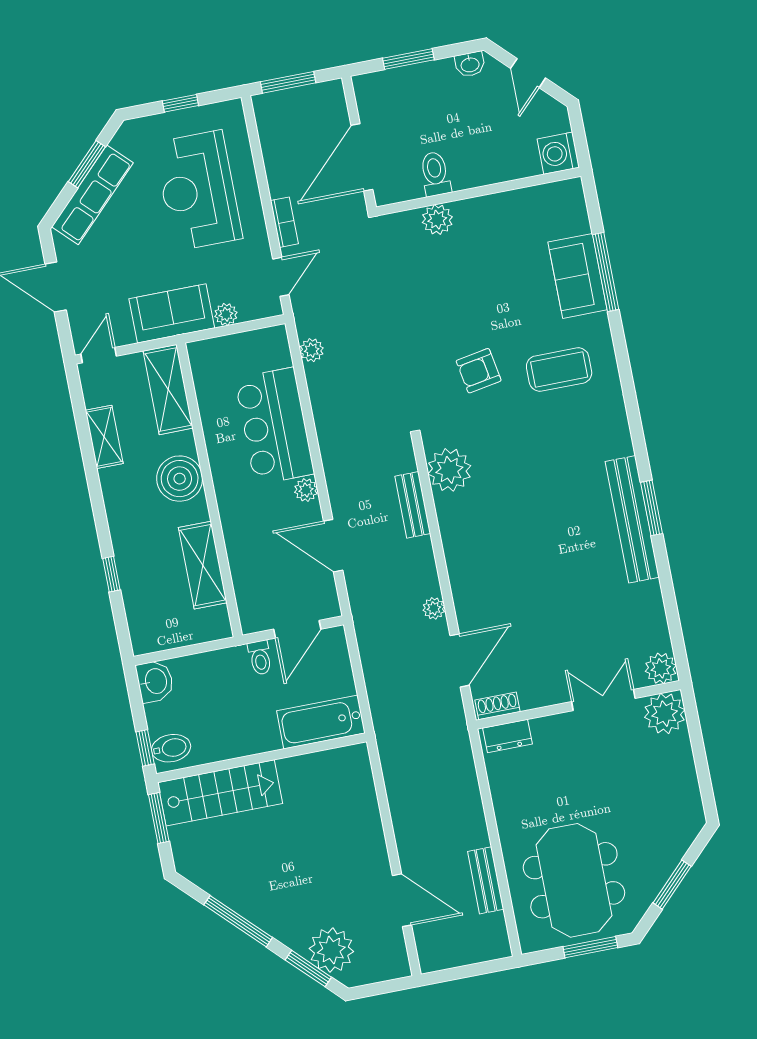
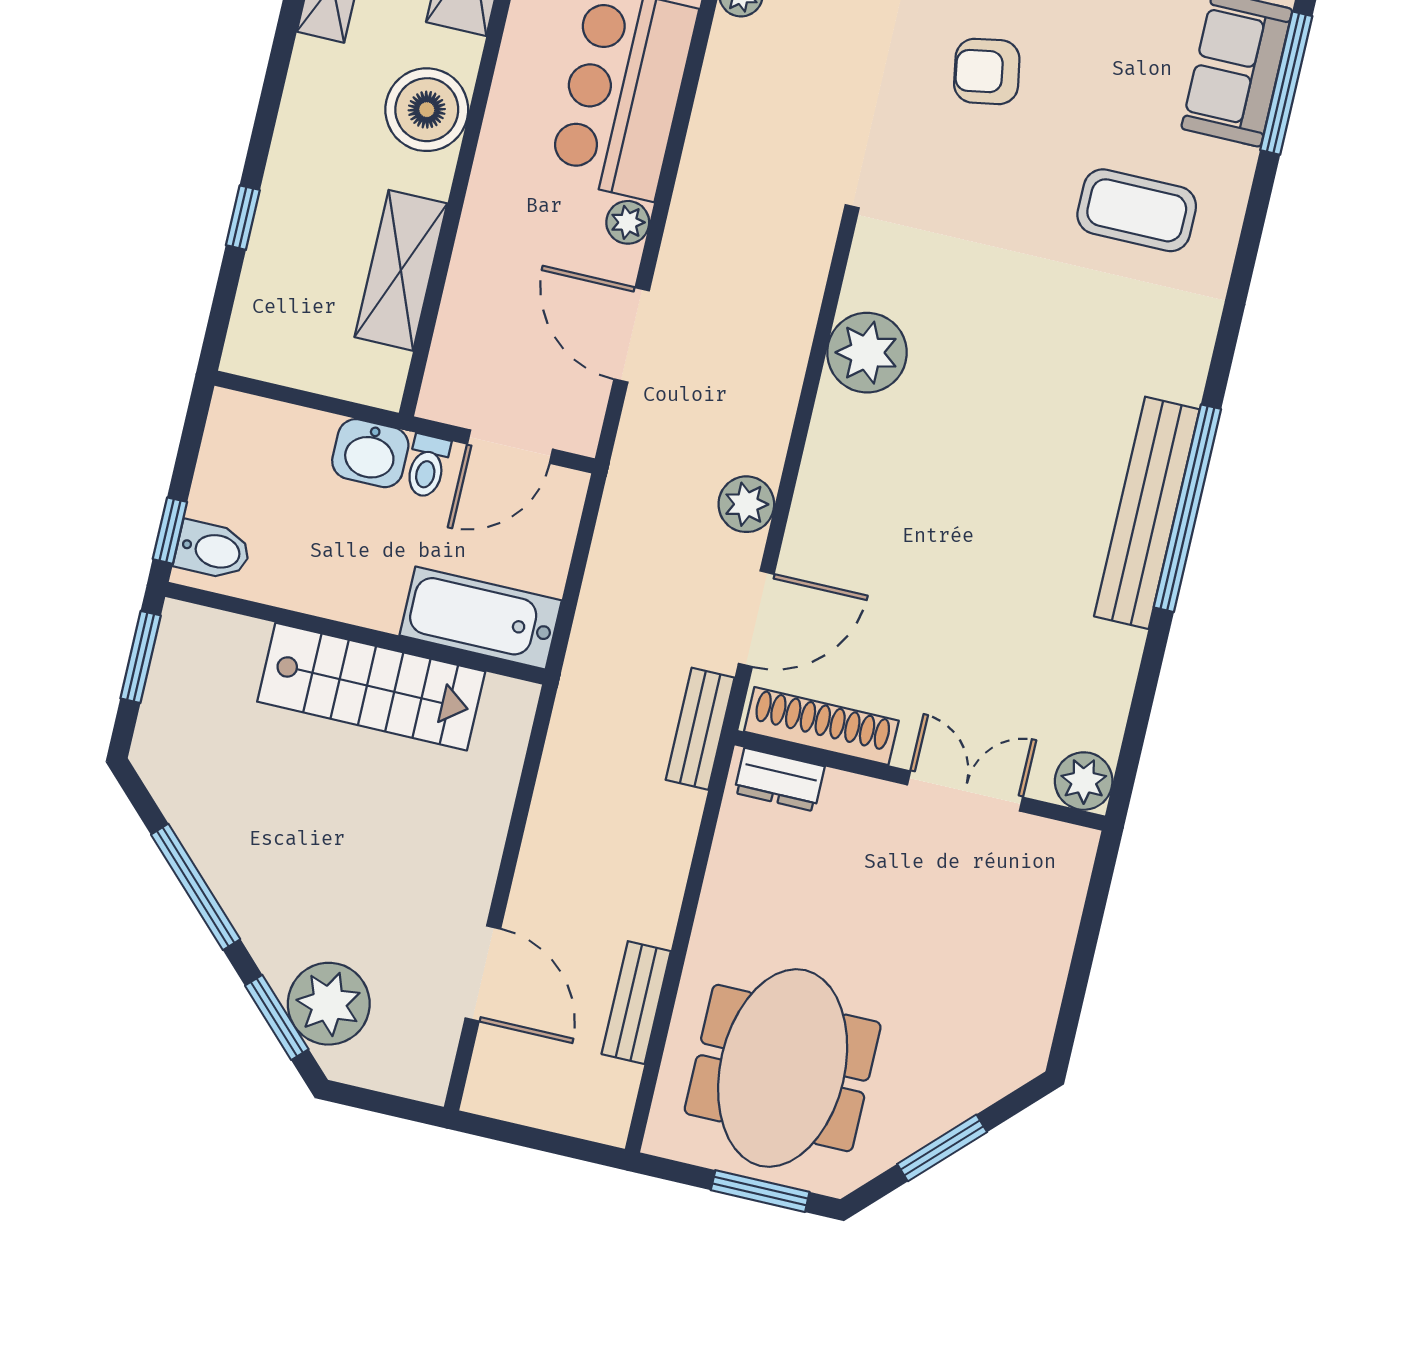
armchair: (479, 371) -> (987, 71), moved
plant: (449, 470) -> (867, 353), moved
bench: (413, 505) -> (700, 729), moved
window: (652, 508) -> (1187, 508), width x2.11
plant: (434, 608) -> (746, 504), width x1.38, depth x1.38
washbasin: (155, 681) -> (370, 453), moved, turned 90
shoe rack: (498, 706) -> (821, 726), width x1.94, depth x1.24
plant: (665, 714) -> (1057, 859), removed
stairs: (220, 793) -> (371, 687), moved

